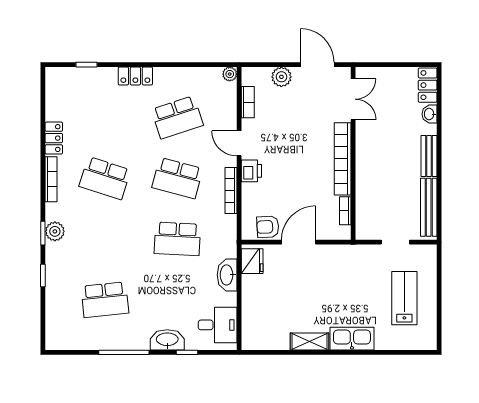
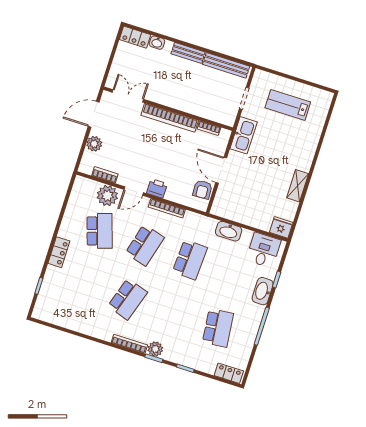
plant: (230, 74) -> (107, 196), moved, width x1.87, depth x1.87
locker: (54, 138) -> (229, 373), moved
bookcase: (51, 179) -> (129, 344), moved
fridge: (252, 261) -> (281, 227), moved
kitchen sink: (352, 339) -> (244, 135), moved, turned 180

